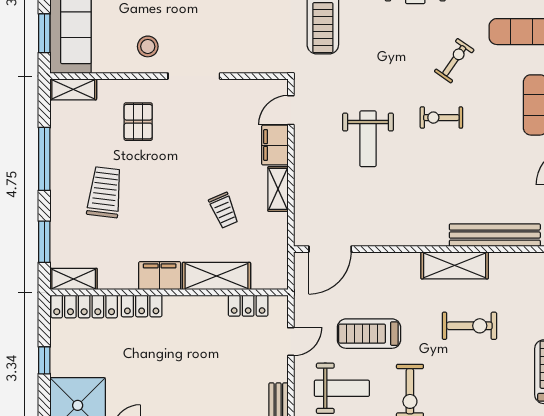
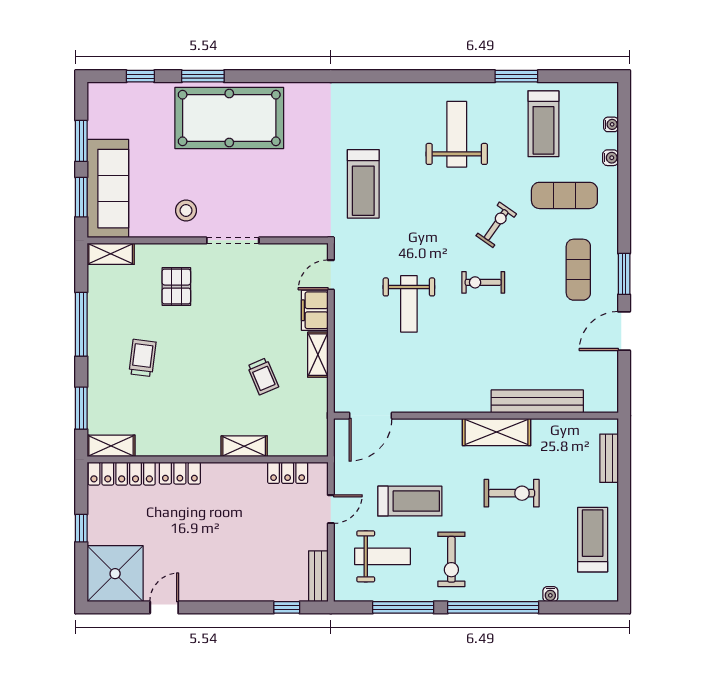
trolley: (105, 192) -> (143, 358), width x0.73, depth x0.72
filing cabinet: (160, 276) -> (198, 442), removed
shelving: (217, 276) -> (244, 446), width x0.67, depth x0.75
treadmill: (369, 334) -> (410, 501), turned 180

